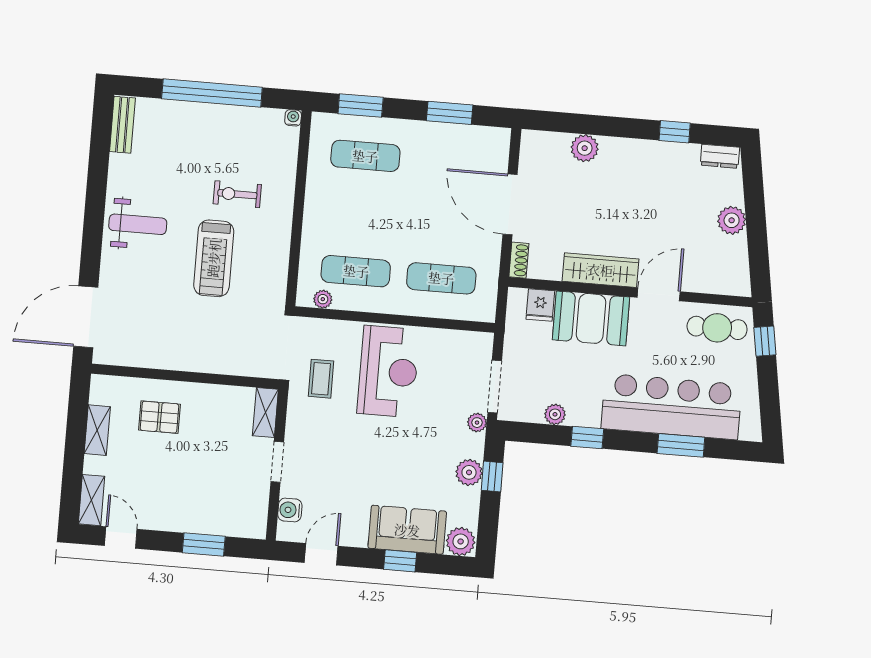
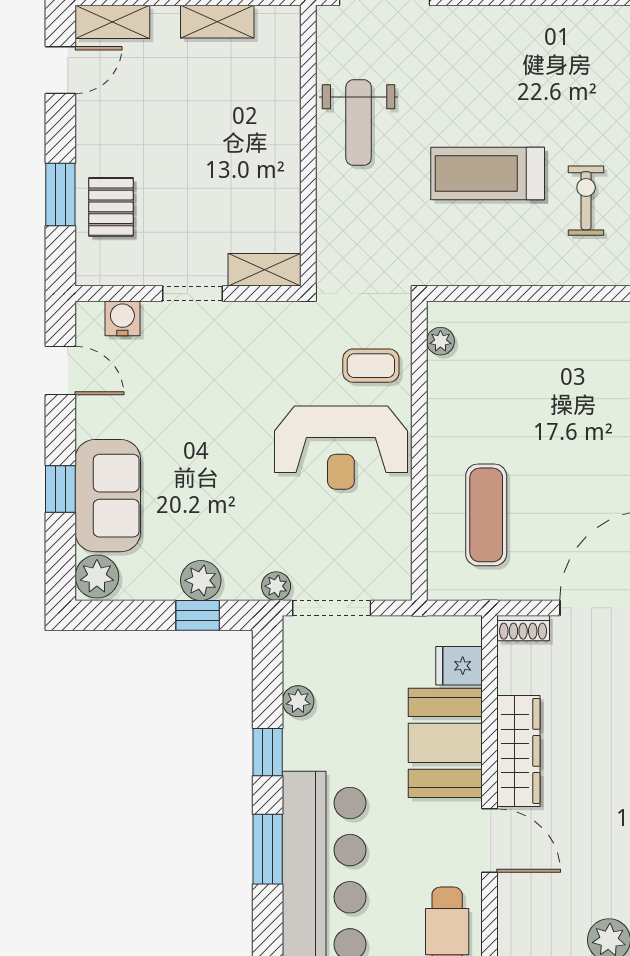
weight bench: (138, 224) -> (359, 123), moved
exercise mat: (356, 271) -> (486, 387), removed
coffee table: (321, 379) -> (371, 366), moved
pallet: (159, 417) -> (111, 207), moved
window: (681, 445) -> (268, 849), moved

